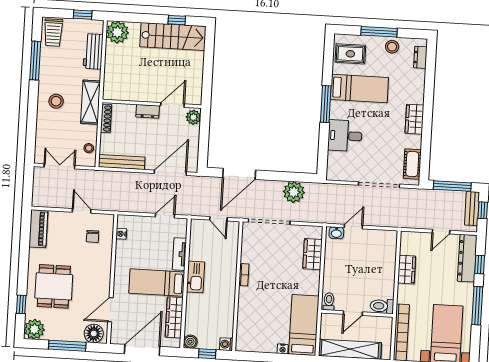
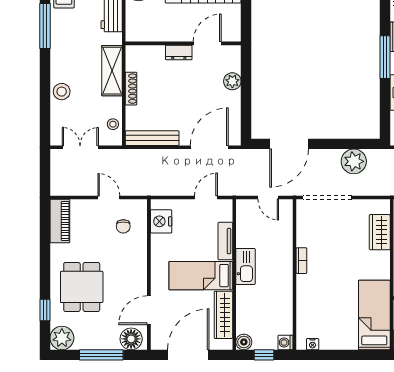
stool: (56, 101) -> (62, 92), moved
wall: (152, 104) -> (183, 43), moved
door: (172, 105) -> (207, 43), moved
dresser: (148, 111) -> (179, 52), moved
nightstand: (121, 234) -> (161, 221), width x1.89, depth x1.79
nightstand: (283, 349) -> (313, 344), moved

